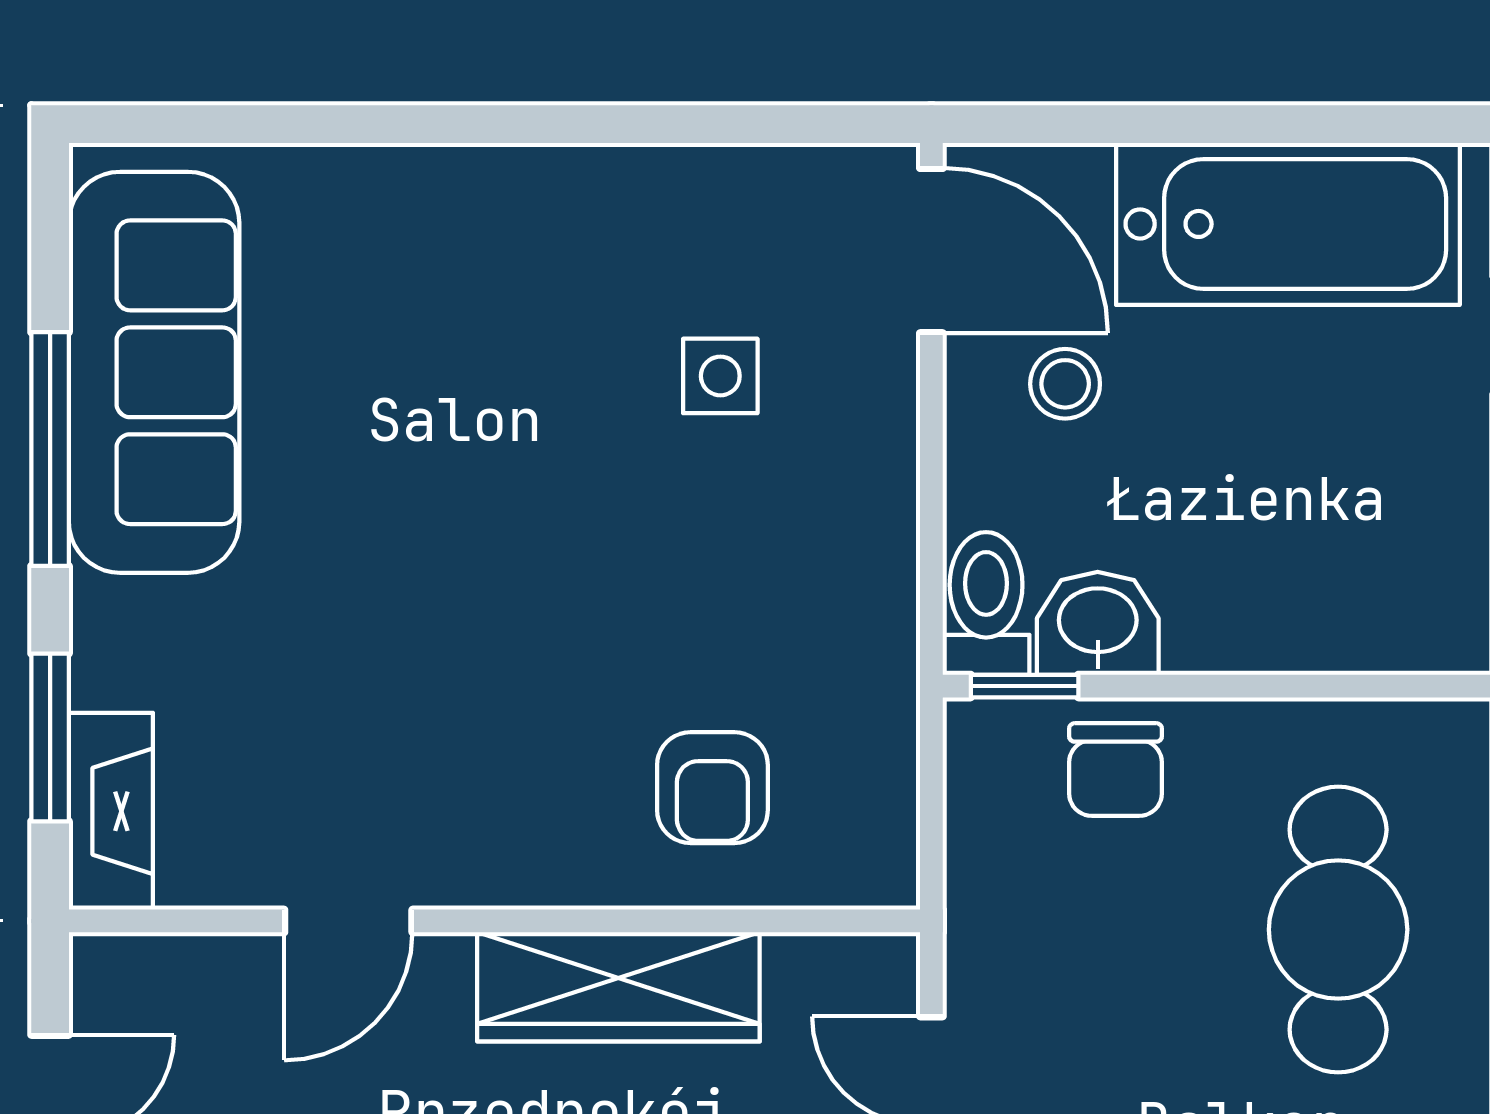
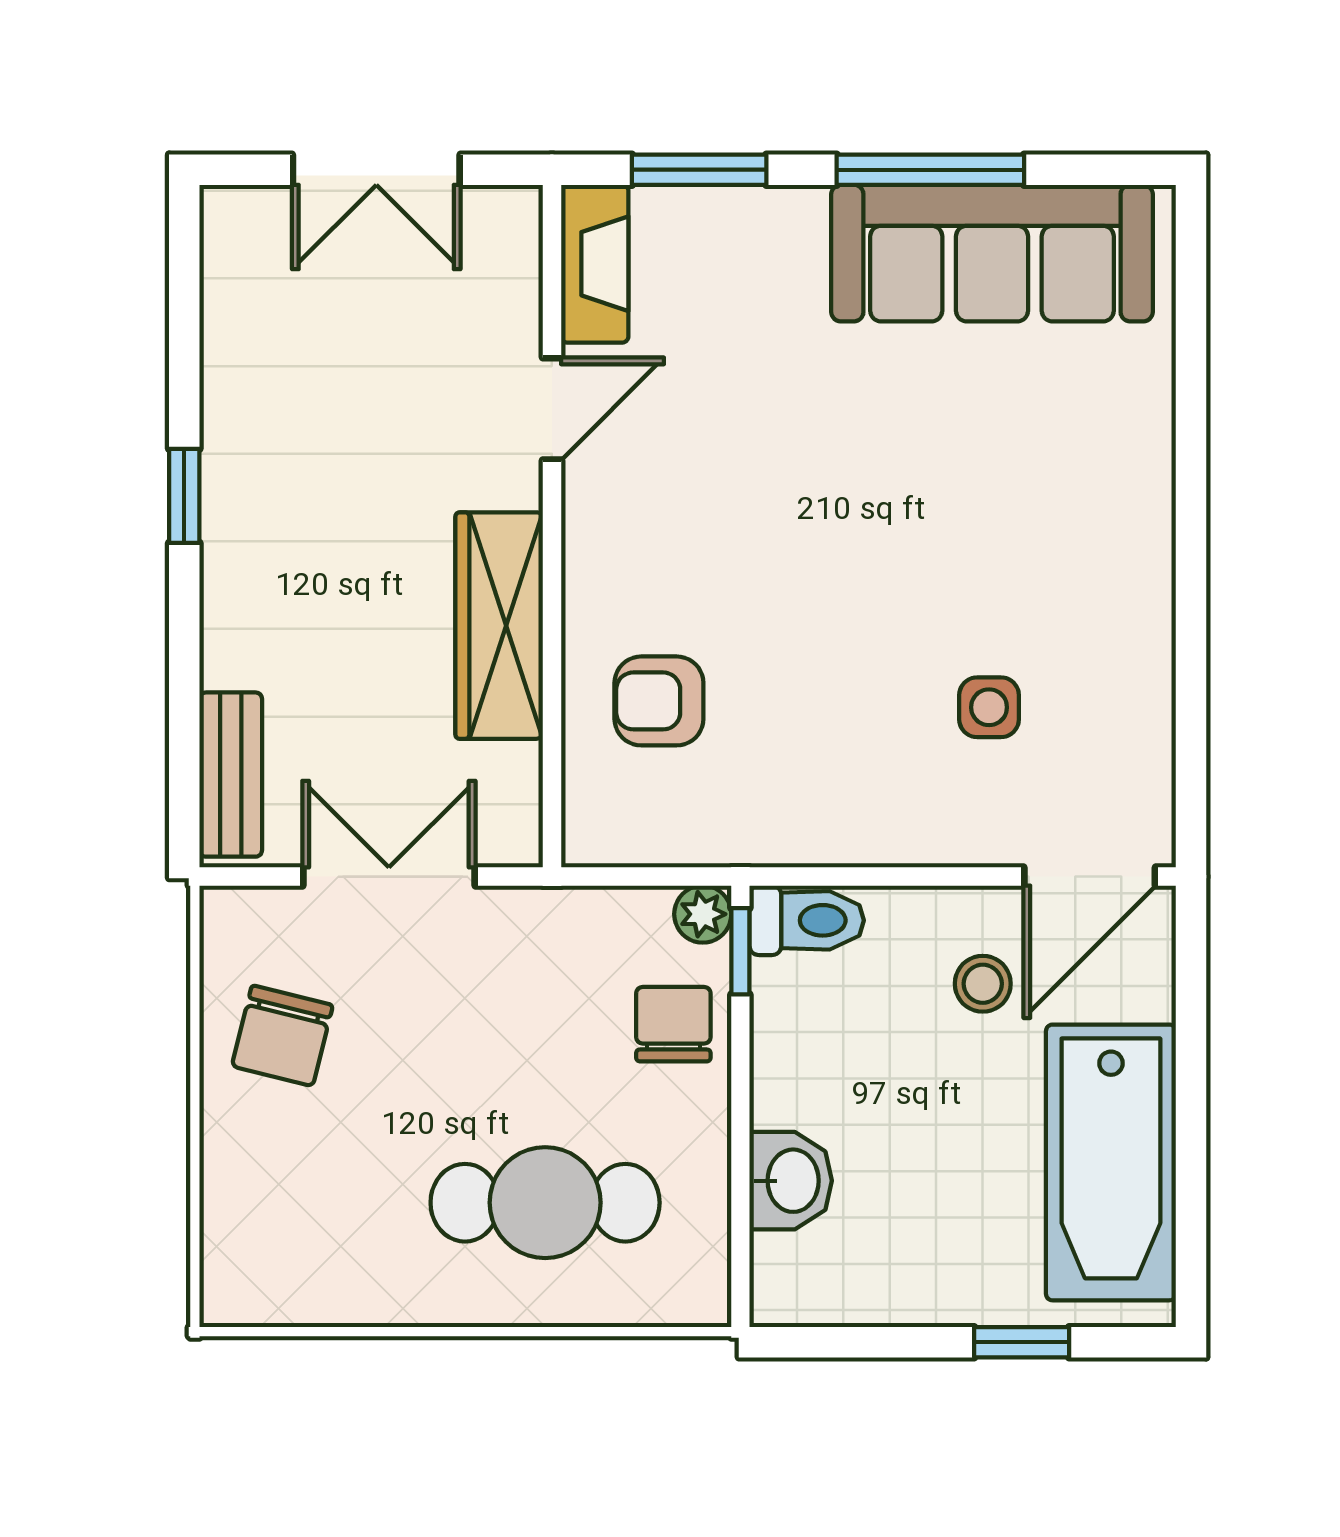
washbasin: (1098, 623) -> (791, 1181), moved
plant: (978, 733) -> (703, 914), added
chair: (1115, 770) -> (673, 1024), turned 90
fireplace: (111, 811) -> (595, 264), moved, turned -90
door: (348, 921) -> (552, 409), swing flipped

